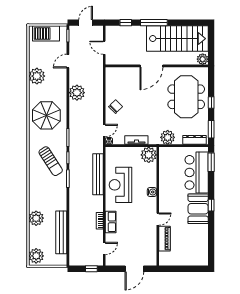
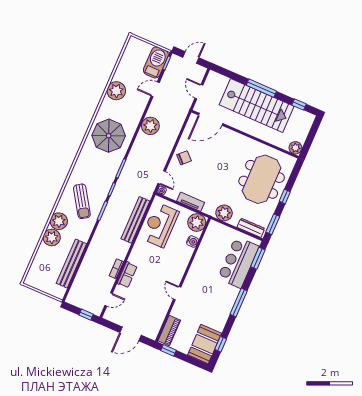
window: (126, 23) -> (299, 104), moved
barbecue: (46, 33) -> (156, 62), moved, turned 90
stairs: (177, 39) -> (257, 106), moved
door: (151, 66) -> (211, 119), moved
door: (104, 131) -> (162, 177), hinge flipped
sun lounger: (51, 161) -> (82, 201), moved
reception desk: (120, 185) -> (160, 225), moved
water cooler: (152, 192) -> (192, 242), moved
window: (211, 205) -> (239, 303), width x2.17
booth: (198, 209) -> (205, 344), moved
door: (158, 219) -> (177, 293), swing flipped
piano: (165, 239) -> (169, 331), moved
window: (211, 245) -> (221, 344), added
plant: (36, 256) -> (59, 221), moved
window: (171, 269) -> (169, 350), added

